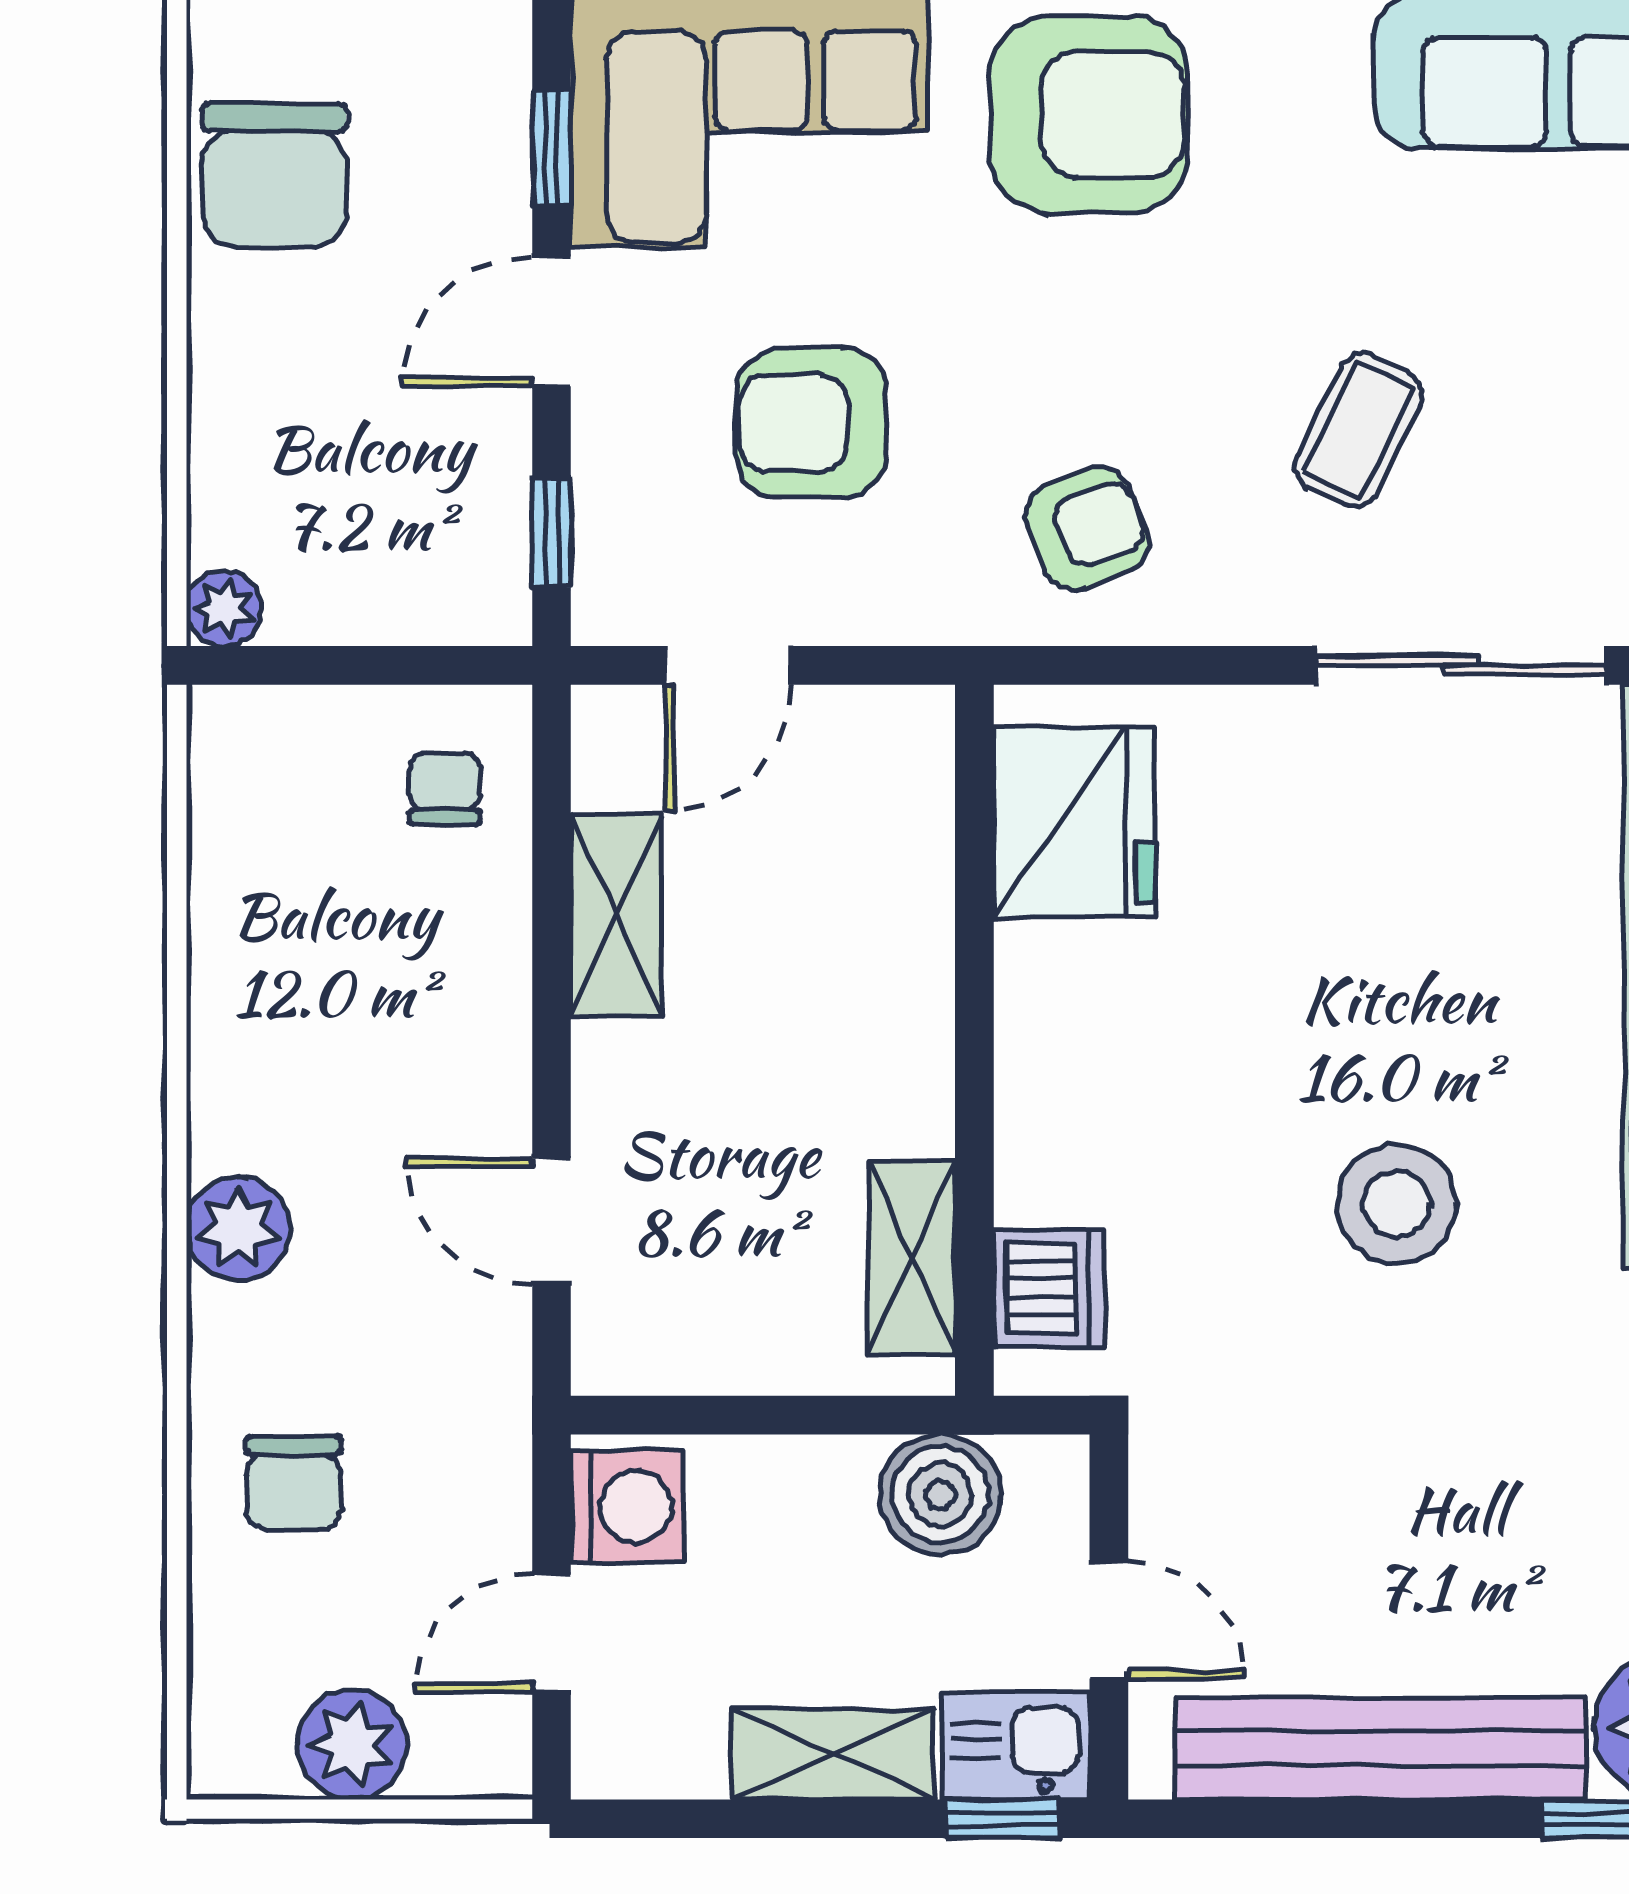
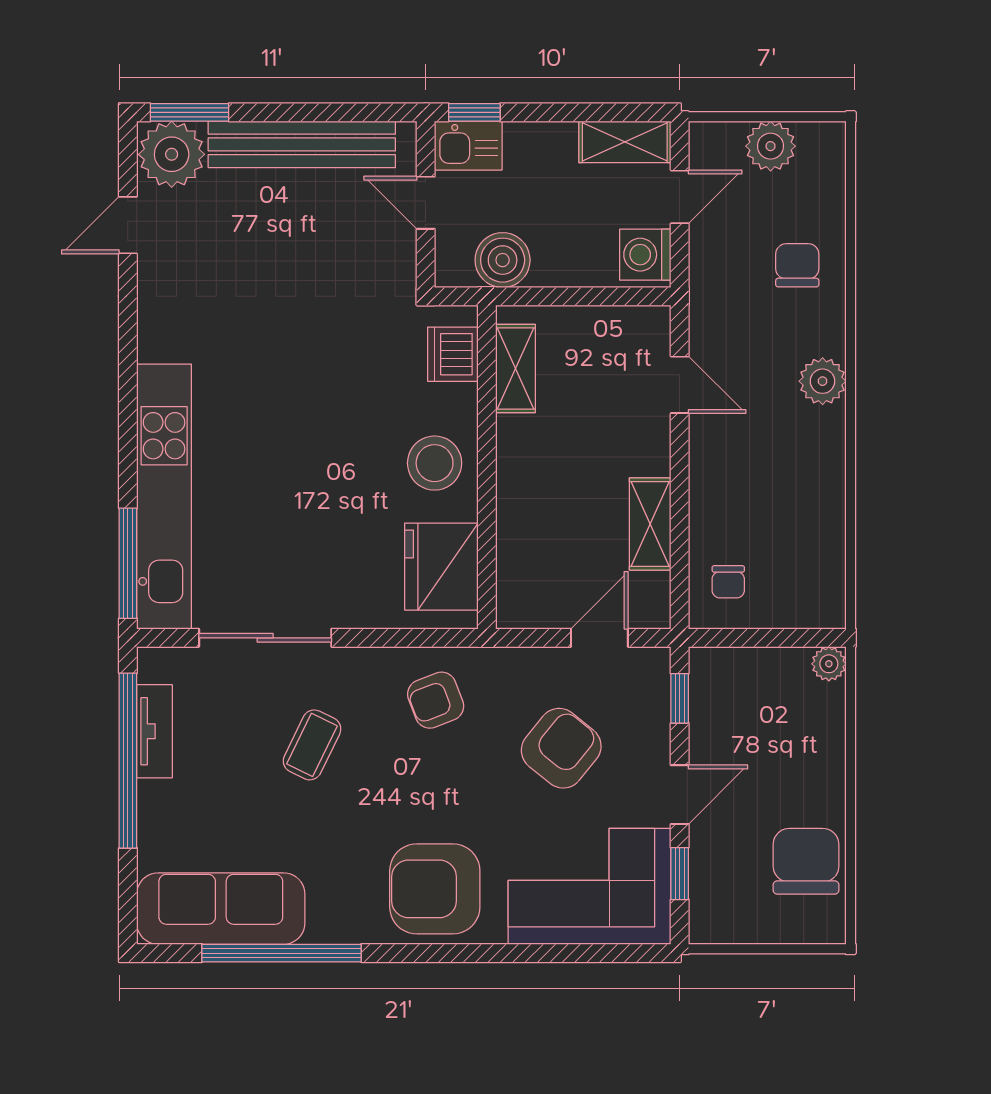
armchair: (811, 423) -> (561, 748), turned -51
stool: (1397, 1204) -> (435, 463), moved
shelving: (833, 1754) -> (625, 142), moved

